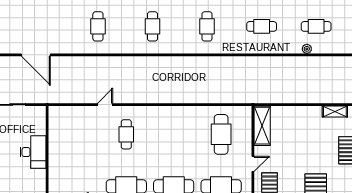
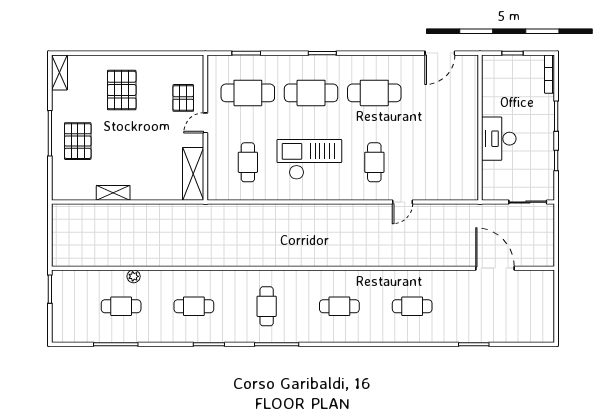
cafe table: (98, 26) -> (412, 306), turned 90
cafe table: (152, 26) -> (339, 306), turned 90
shelving: (335, 111) -> (113, 193), moved
cafe table: (221, 134) -> (248, 162), width x0.73, depth x0.74
checkout: (175, 137) -> (309, 159), added

